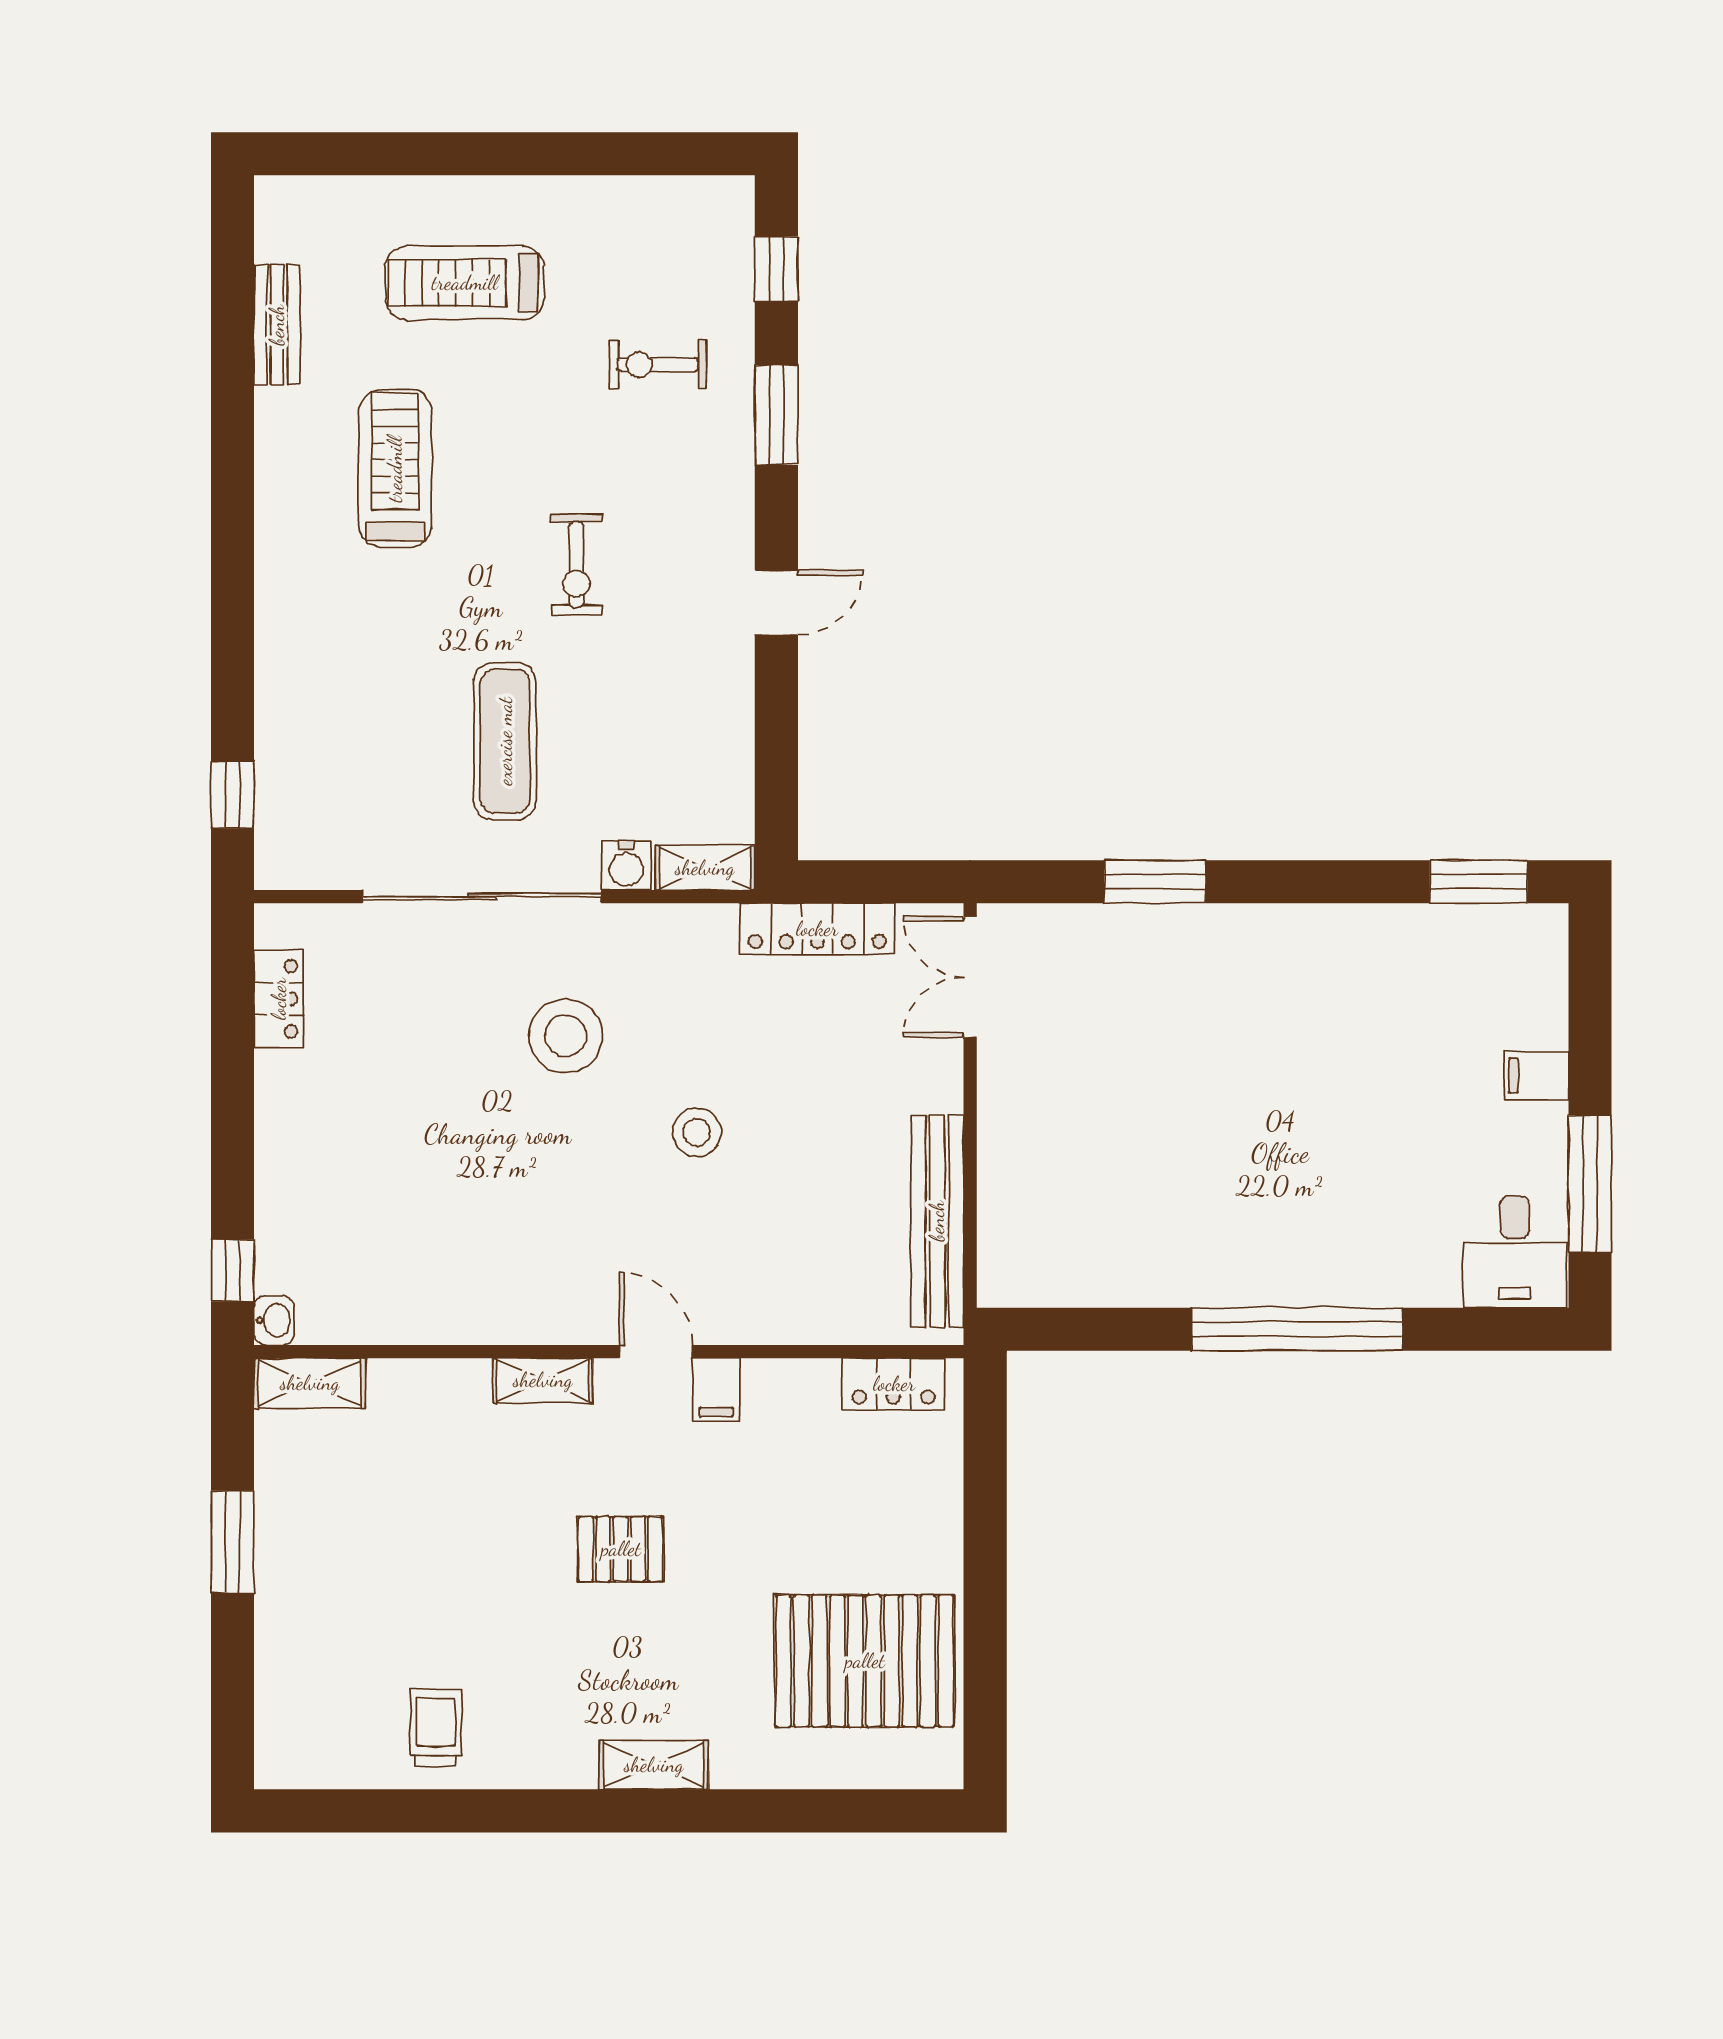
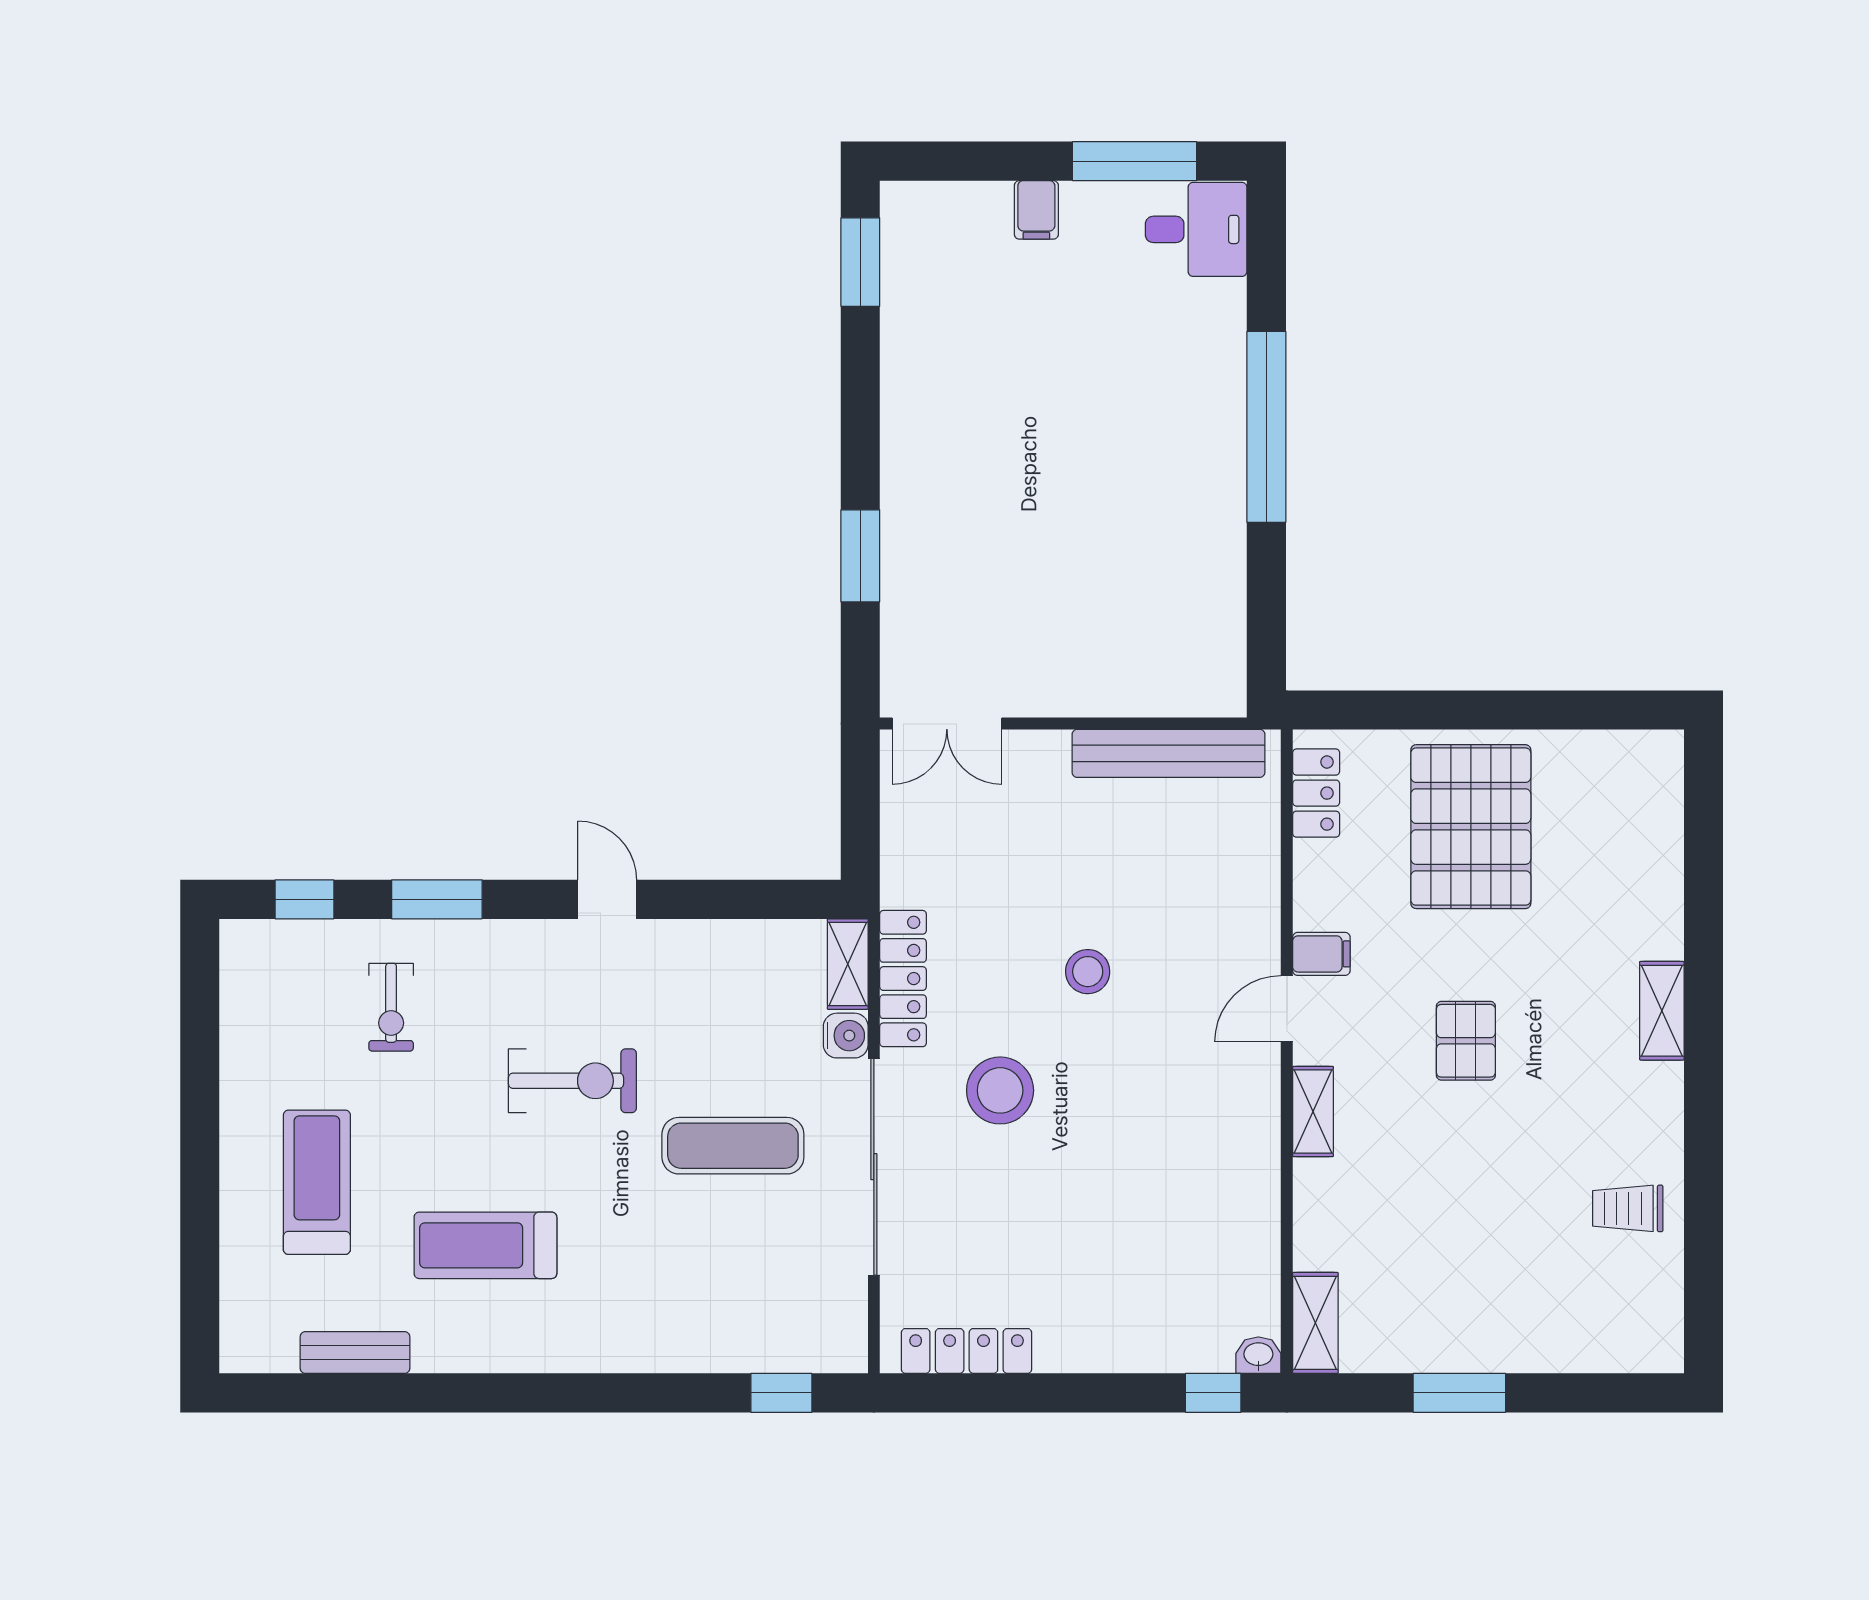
treadmill: (465, 283) -> (317, 1182), turned 180
exercise bike: (576, 564) -> (572, 1081), width x1.38, depth x1.39
locker: (817, 929) -> (903, 979), moved
locker: (279, 999) -> (967, 1351), width x1.53
pallet: (865, 1661) -> (1471, 827), moved

